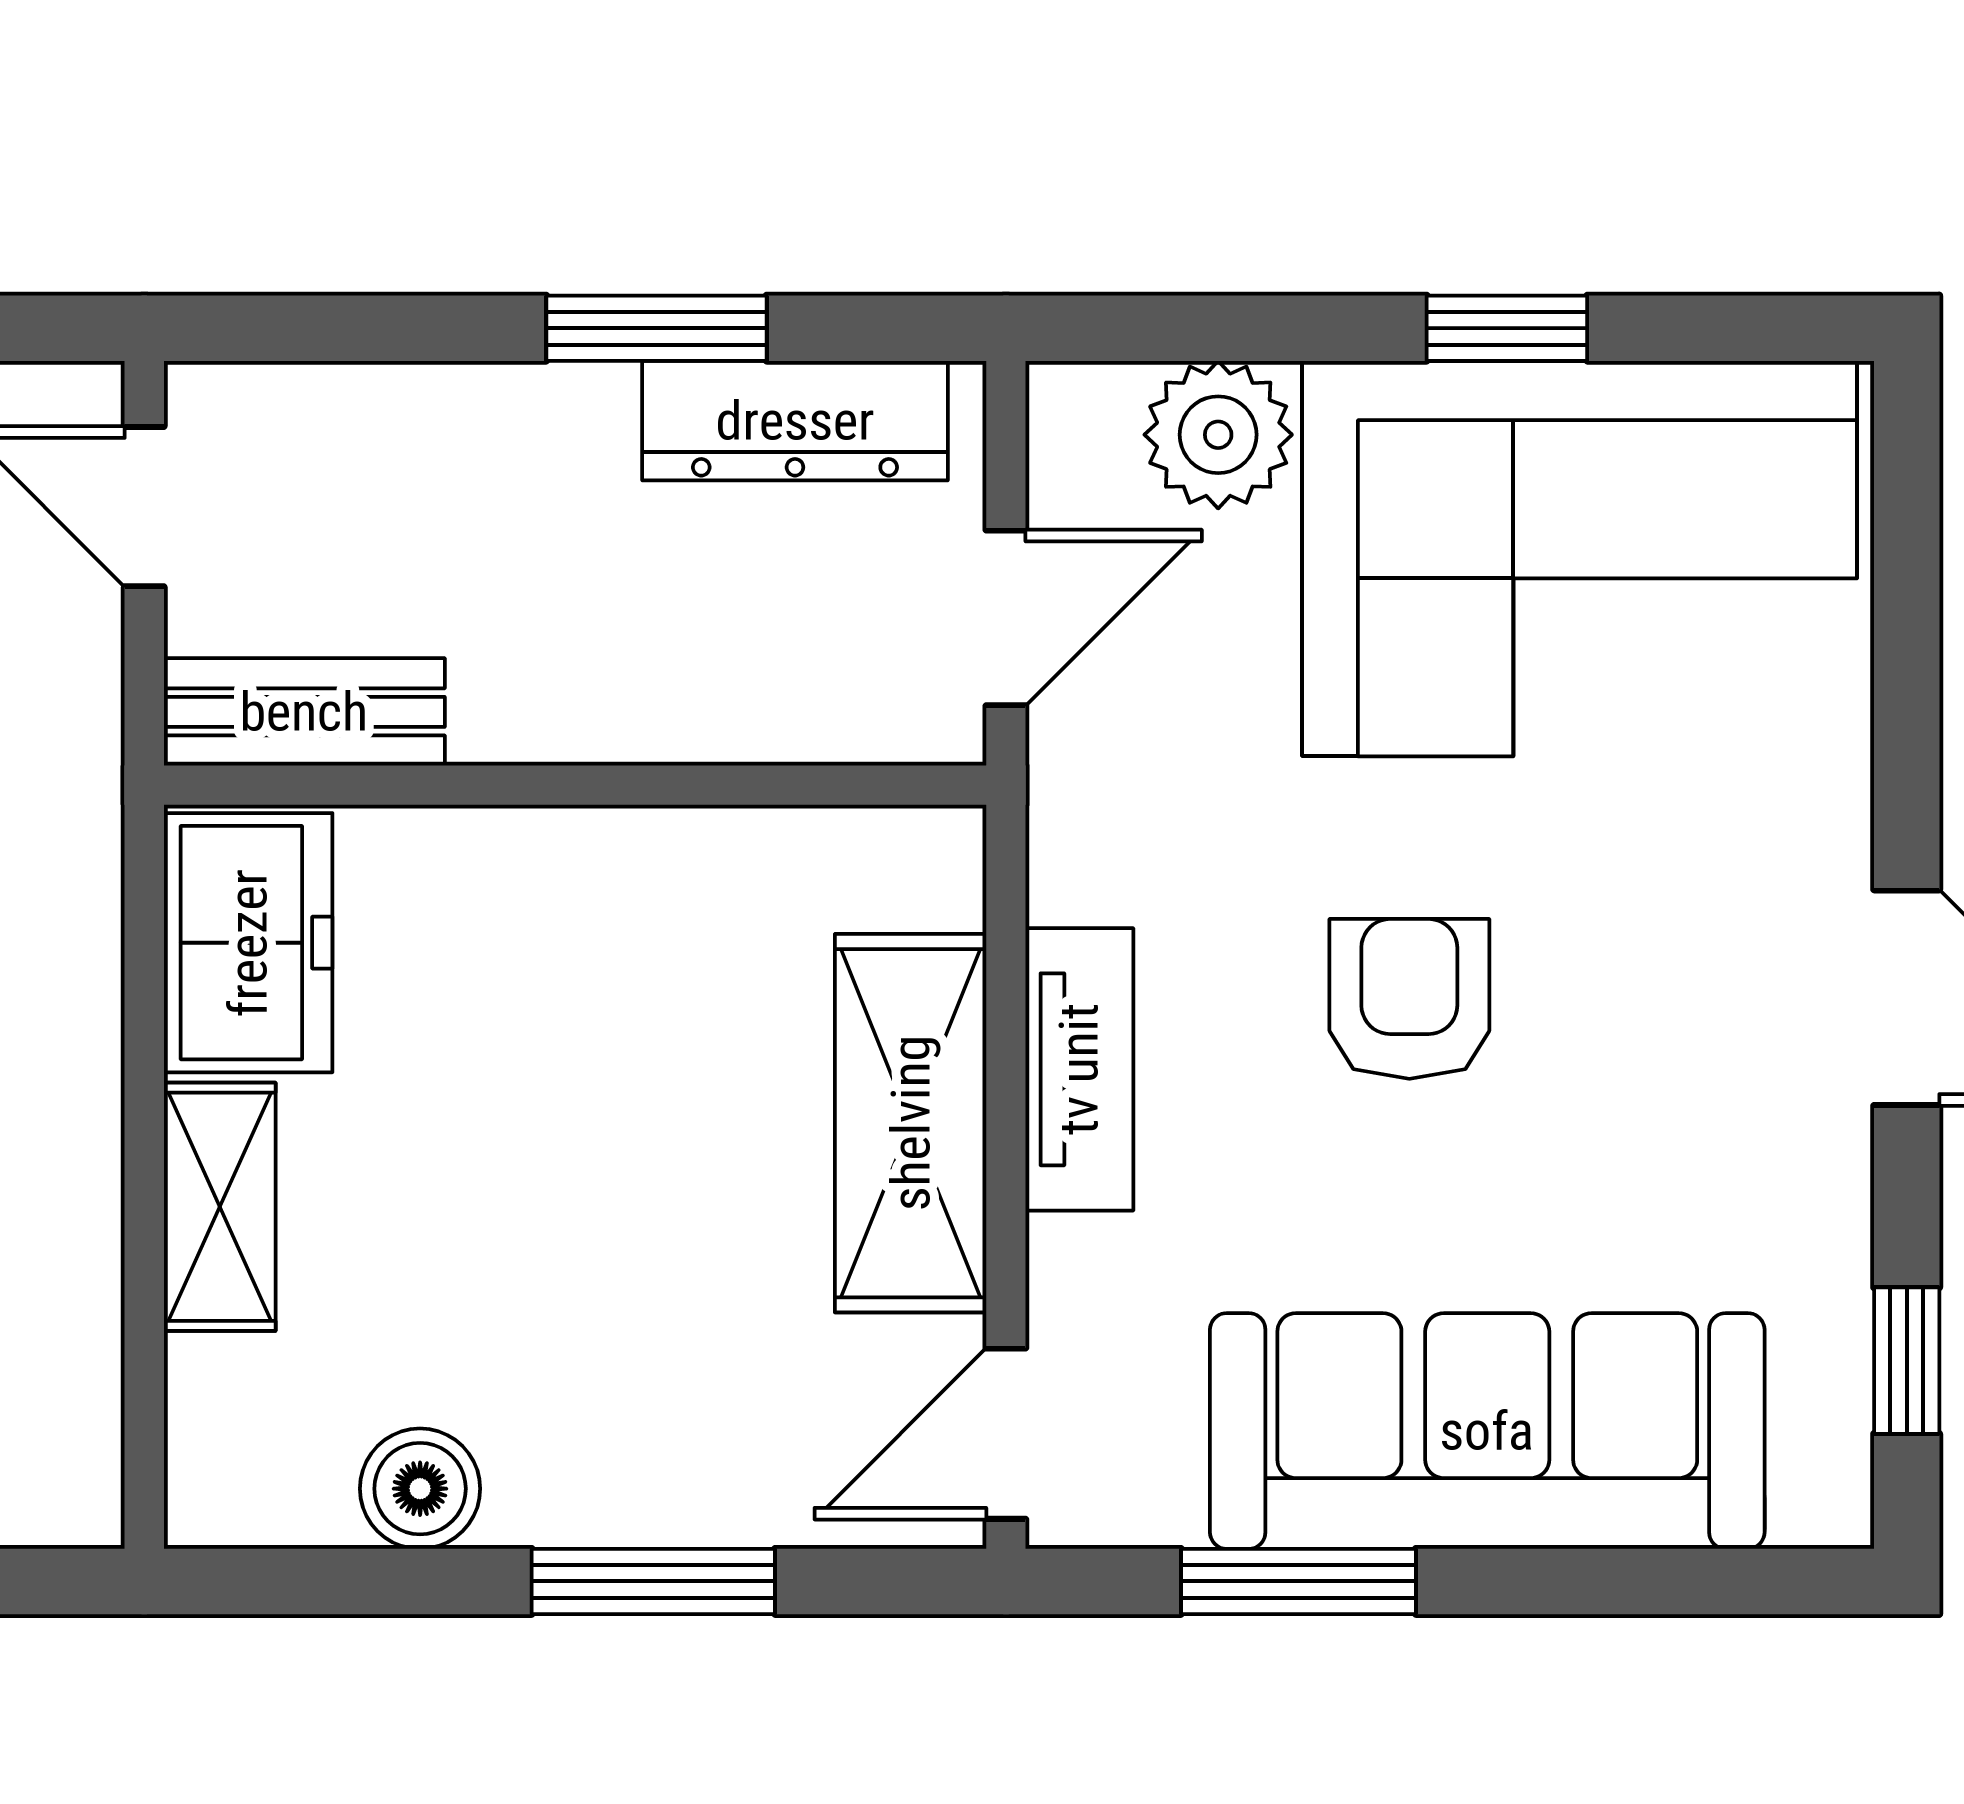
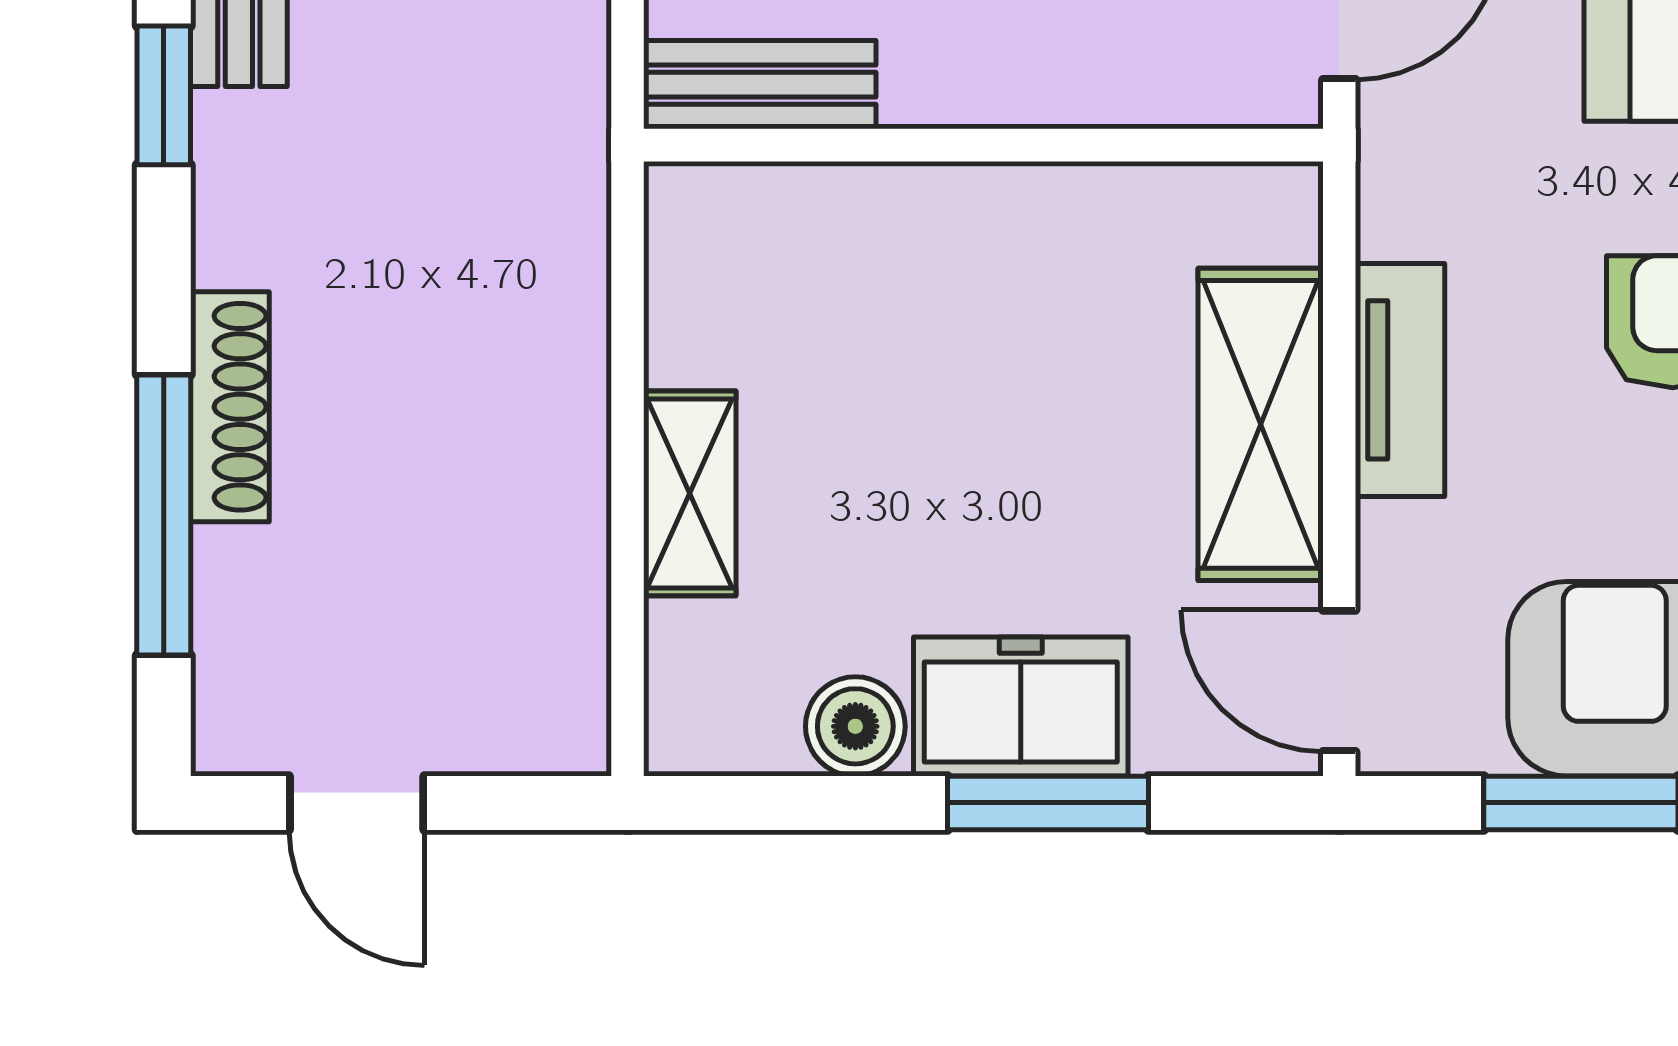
freezer: (248, 943) -> (1021, 706), moved, turned -90
door: (1006, 1434) -> (1339, 681), hinge flipped

